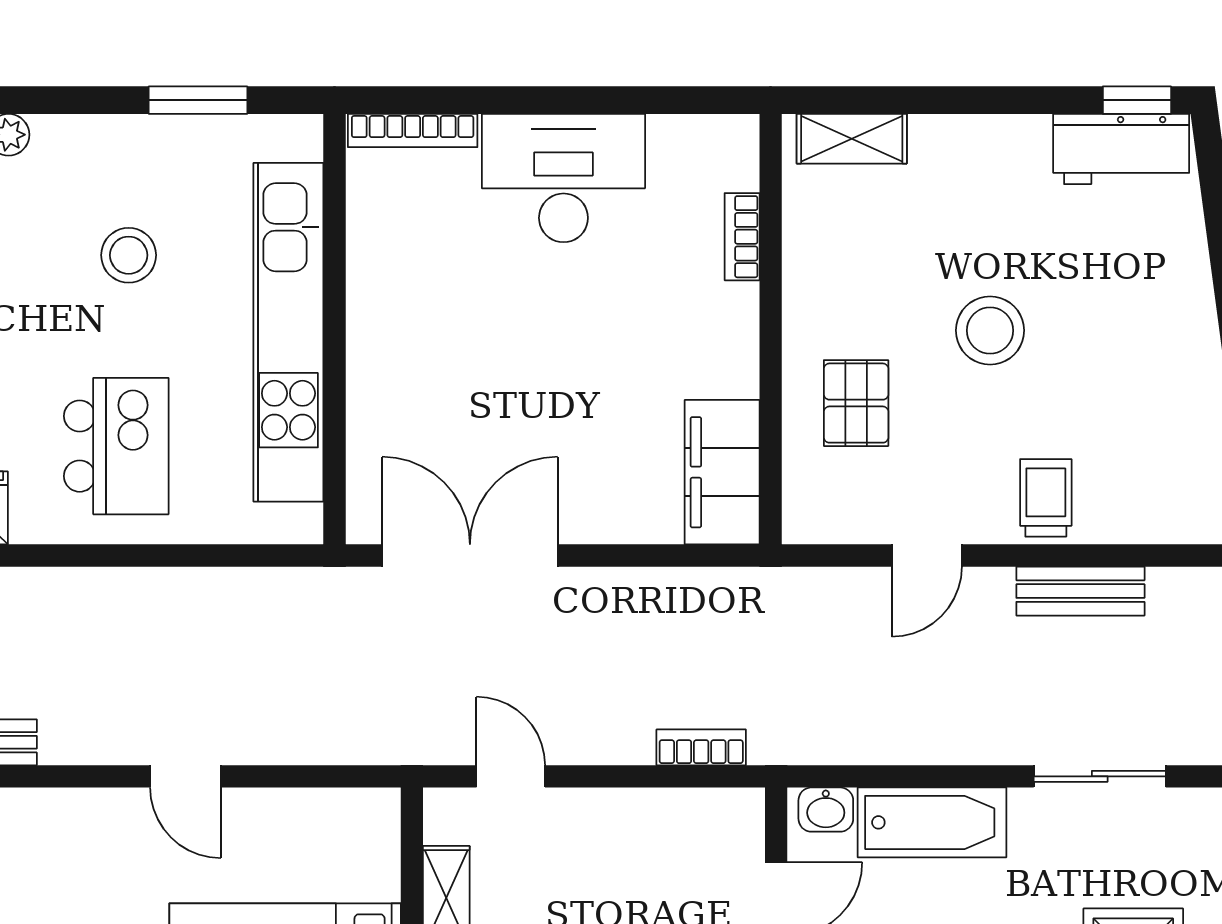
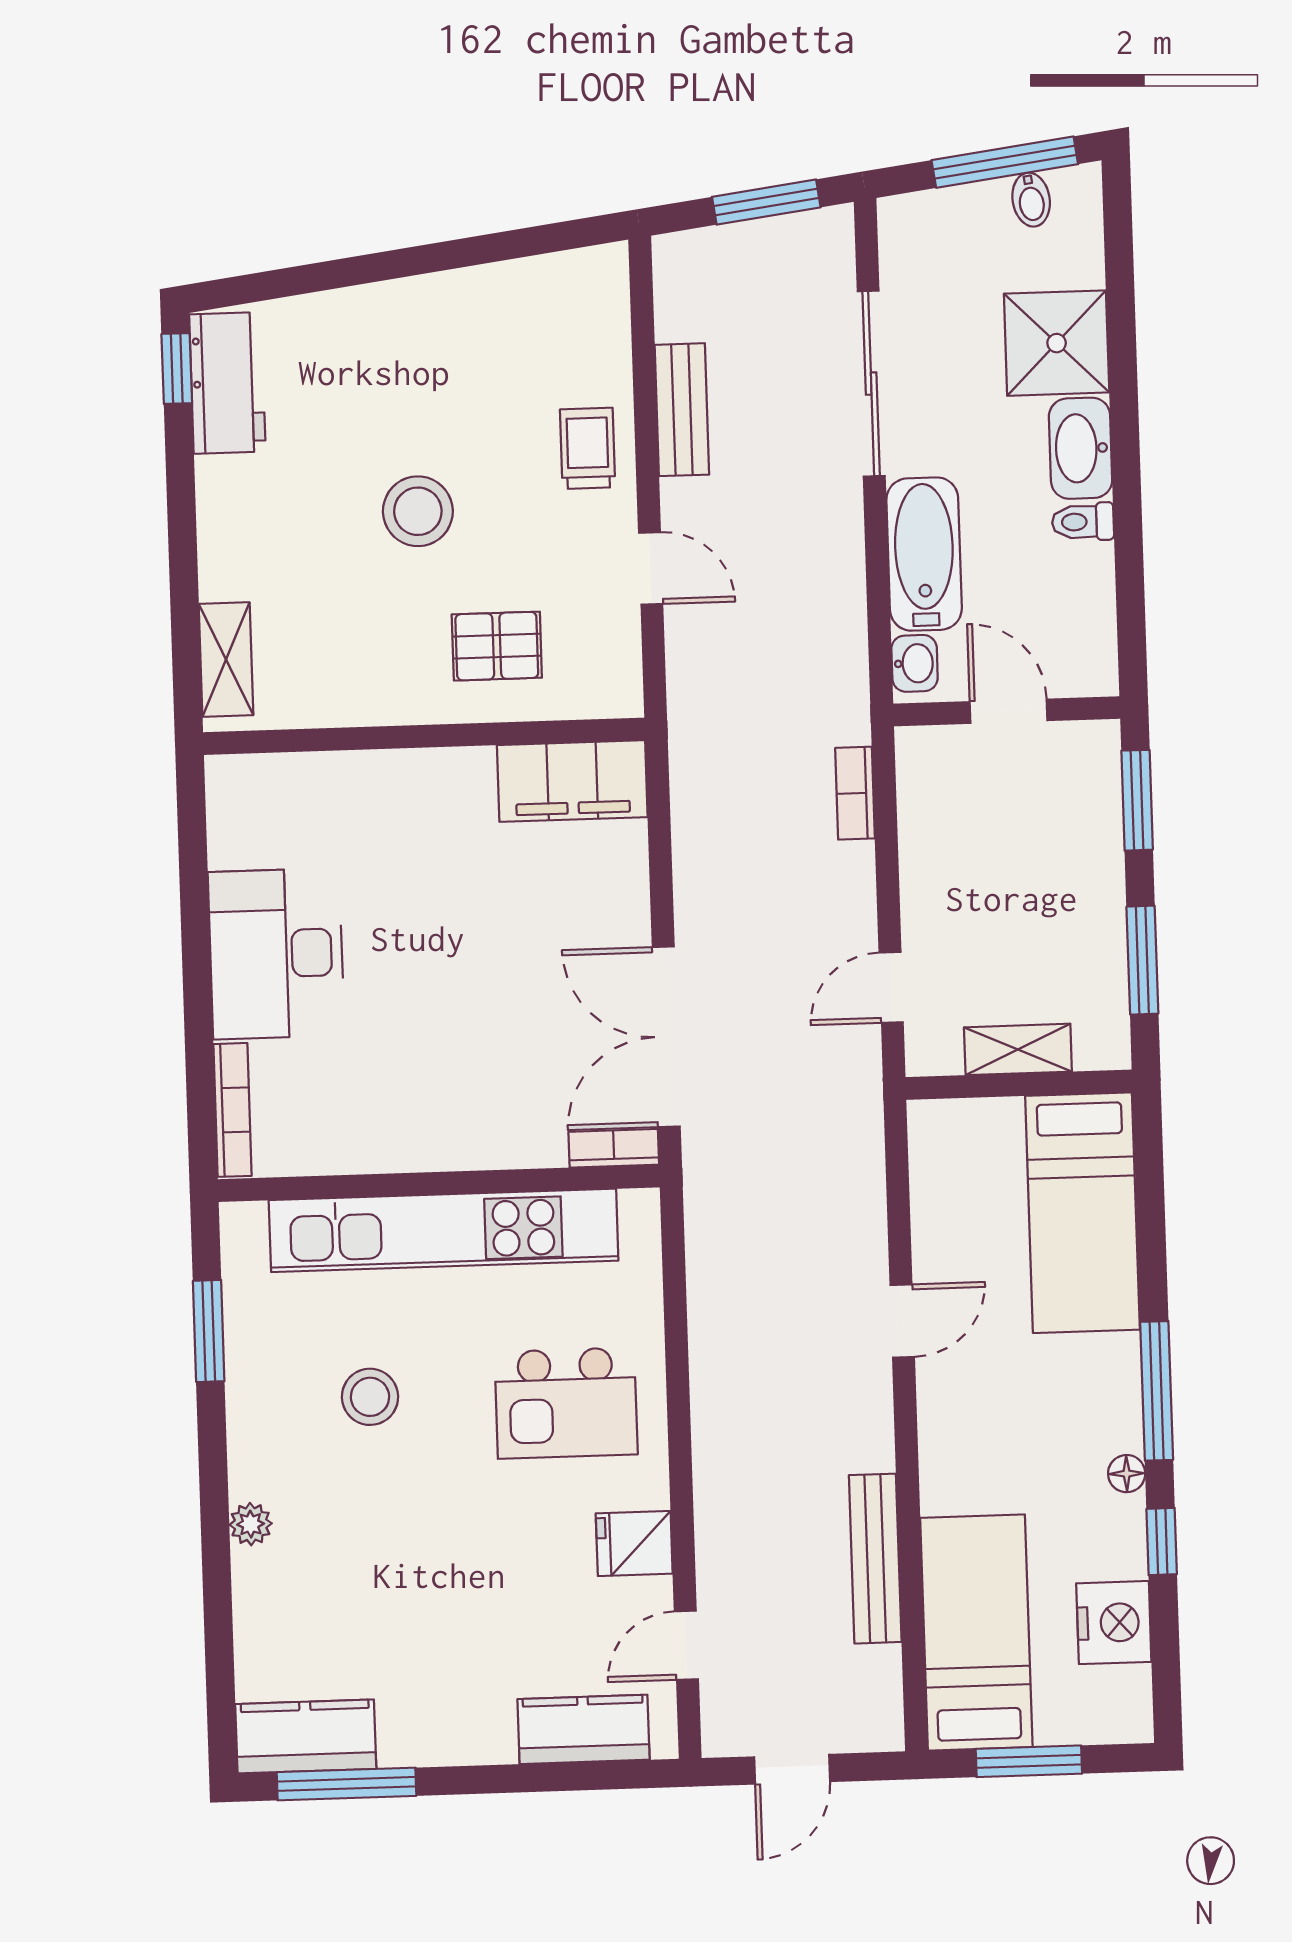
bookcase: (742, 237) -> (614, 1148), moved, turned 180
kitchen island: (116, 446) -> (566, 1403), turned 180
trolley: (1046, 498) -> (588, 448), turned 90
sliding door: (1100, 776) -> (871, 384), width x1.37

